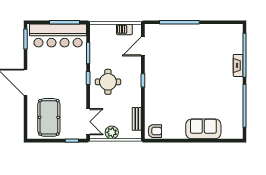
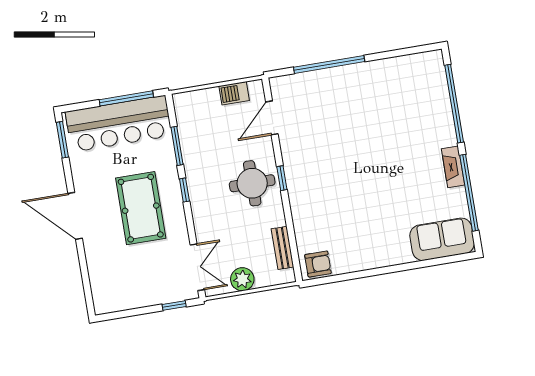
fireplace: (238, 65) -> (453, 167), moved
round table: (108, 82) -> (252, 183), moved
pool table: (49, 117) -> (141, 208), moved
sofa: (203, 129) -> (442, 239), moved

